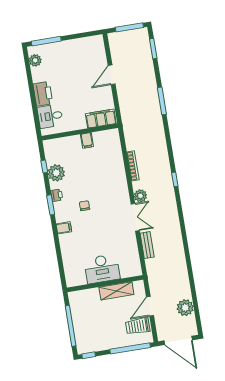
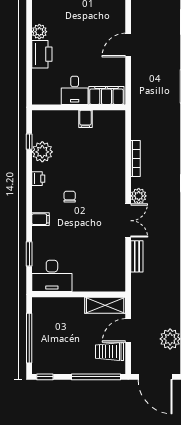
plant: (35, 60) -> (39, 32), moved
desk: (50, 116) -> (75, 90), moved, turned -90
window: (51, 205) -> (29, 254), moved
desk: (102, 269) -> (52, 276), moved
shelving: (116, 291) -> (105, 305), moved

